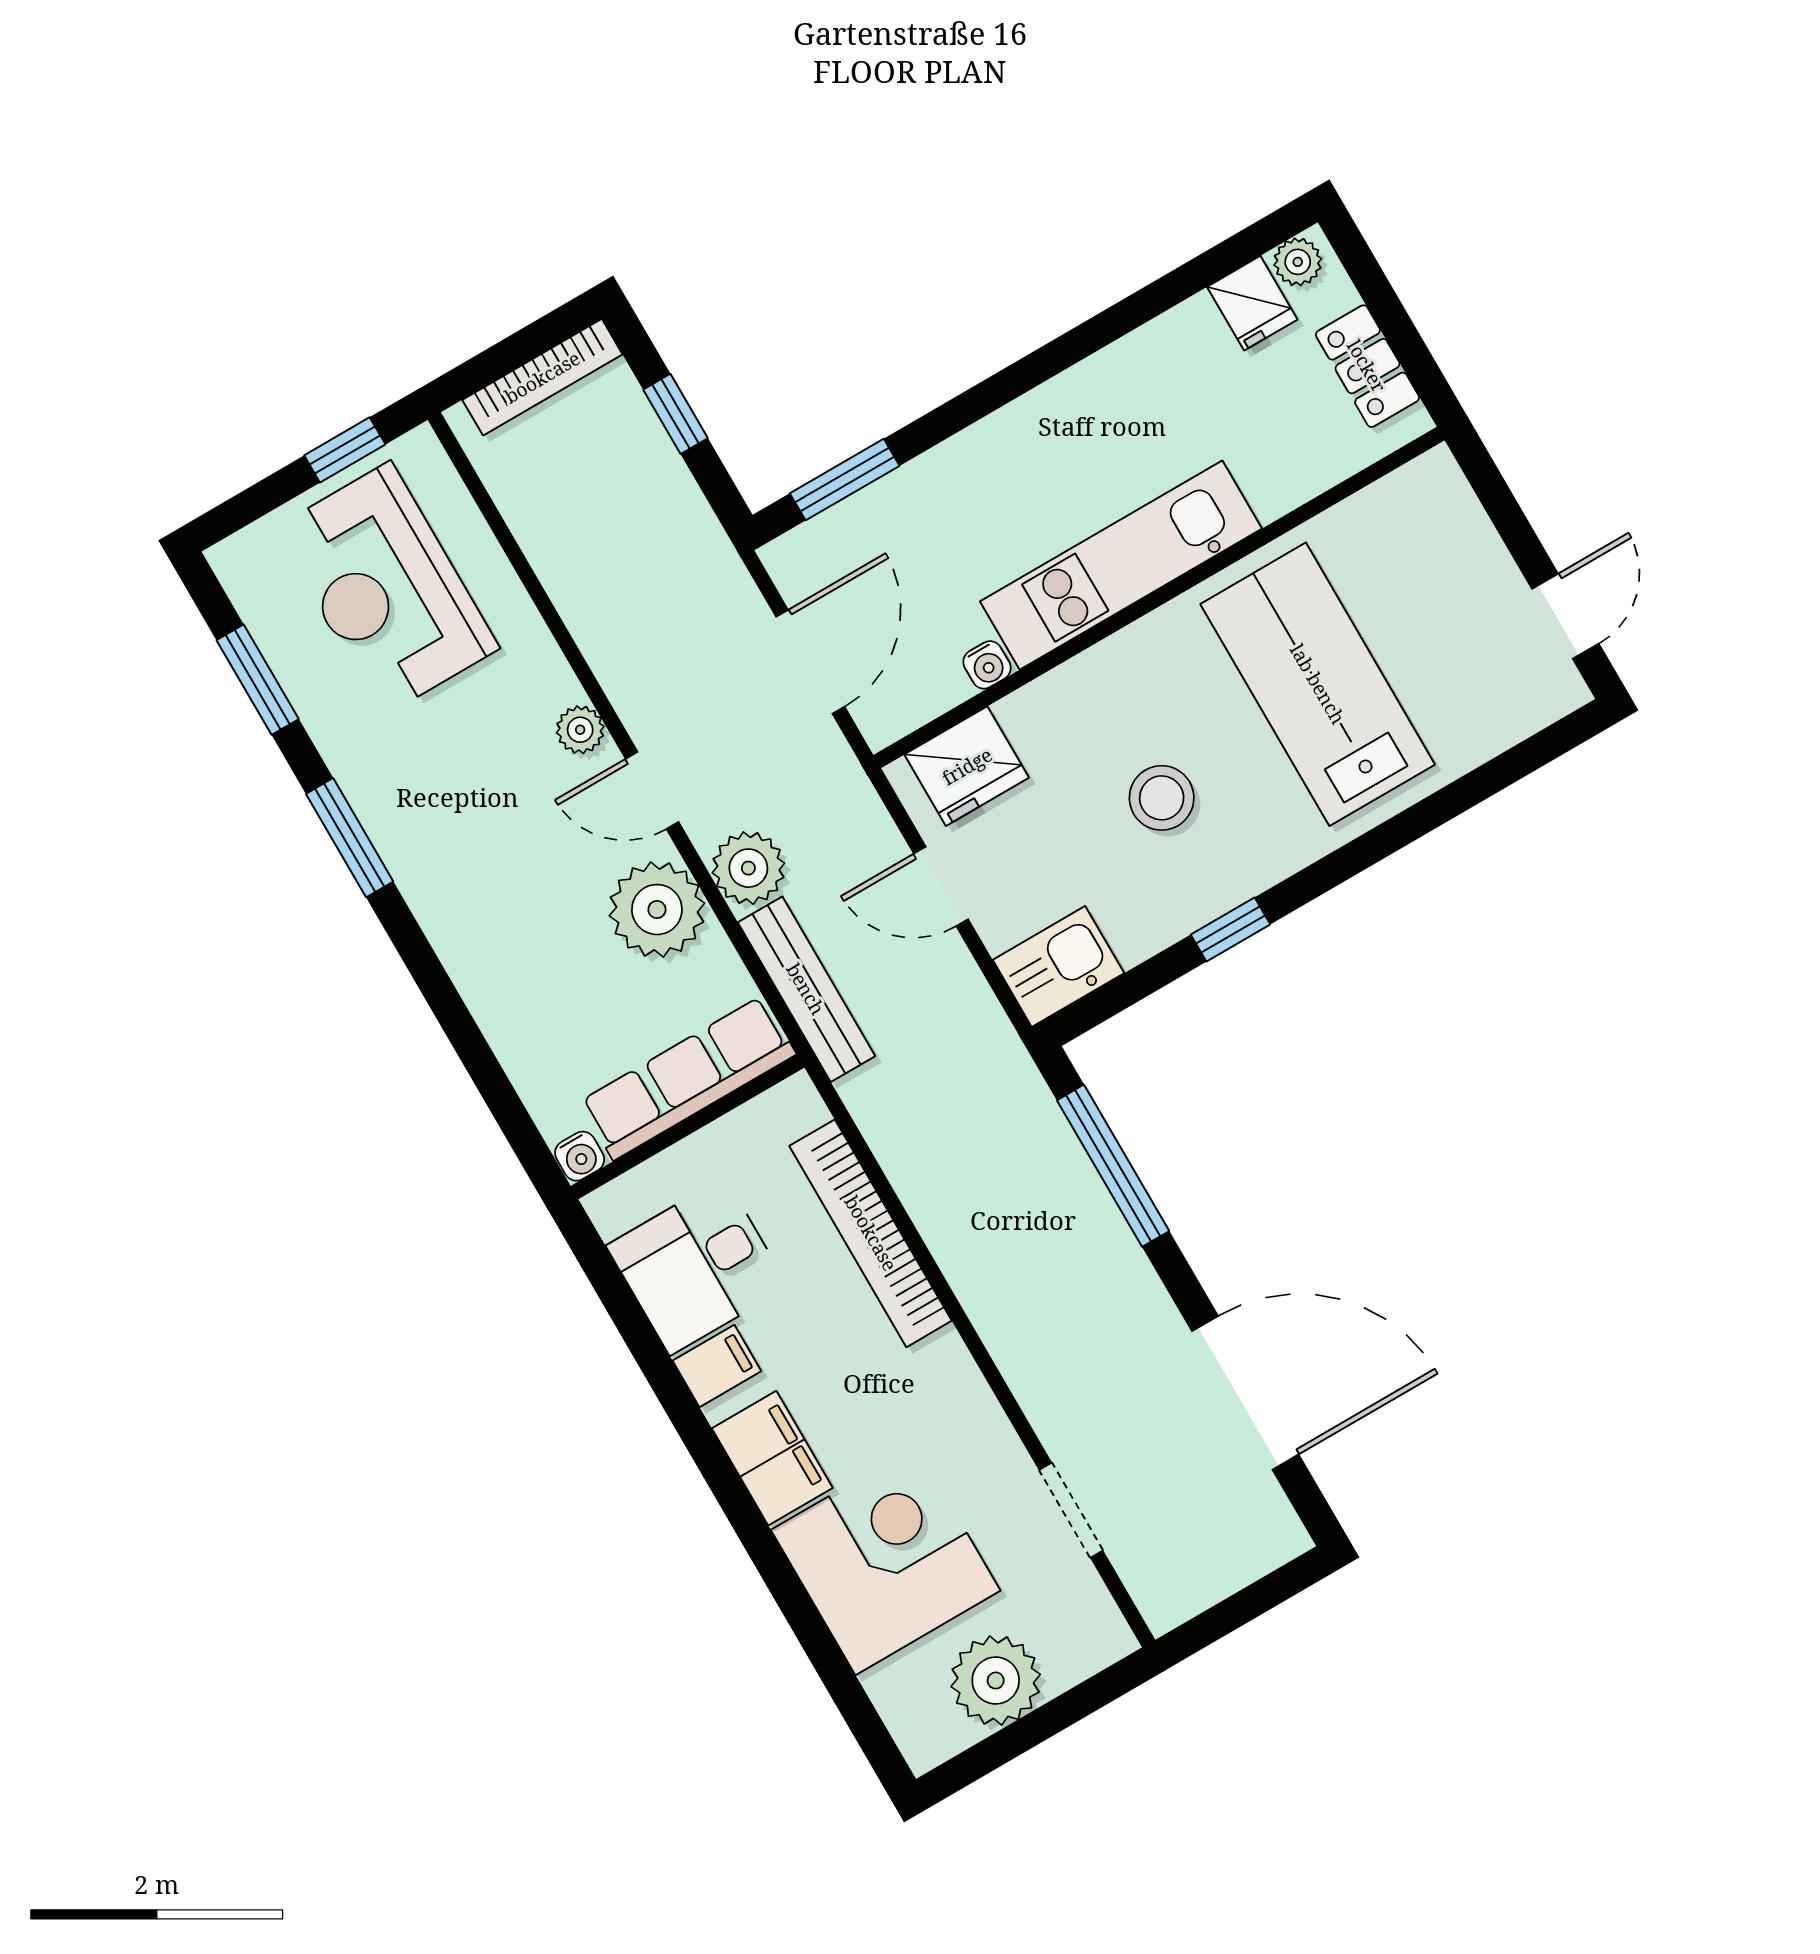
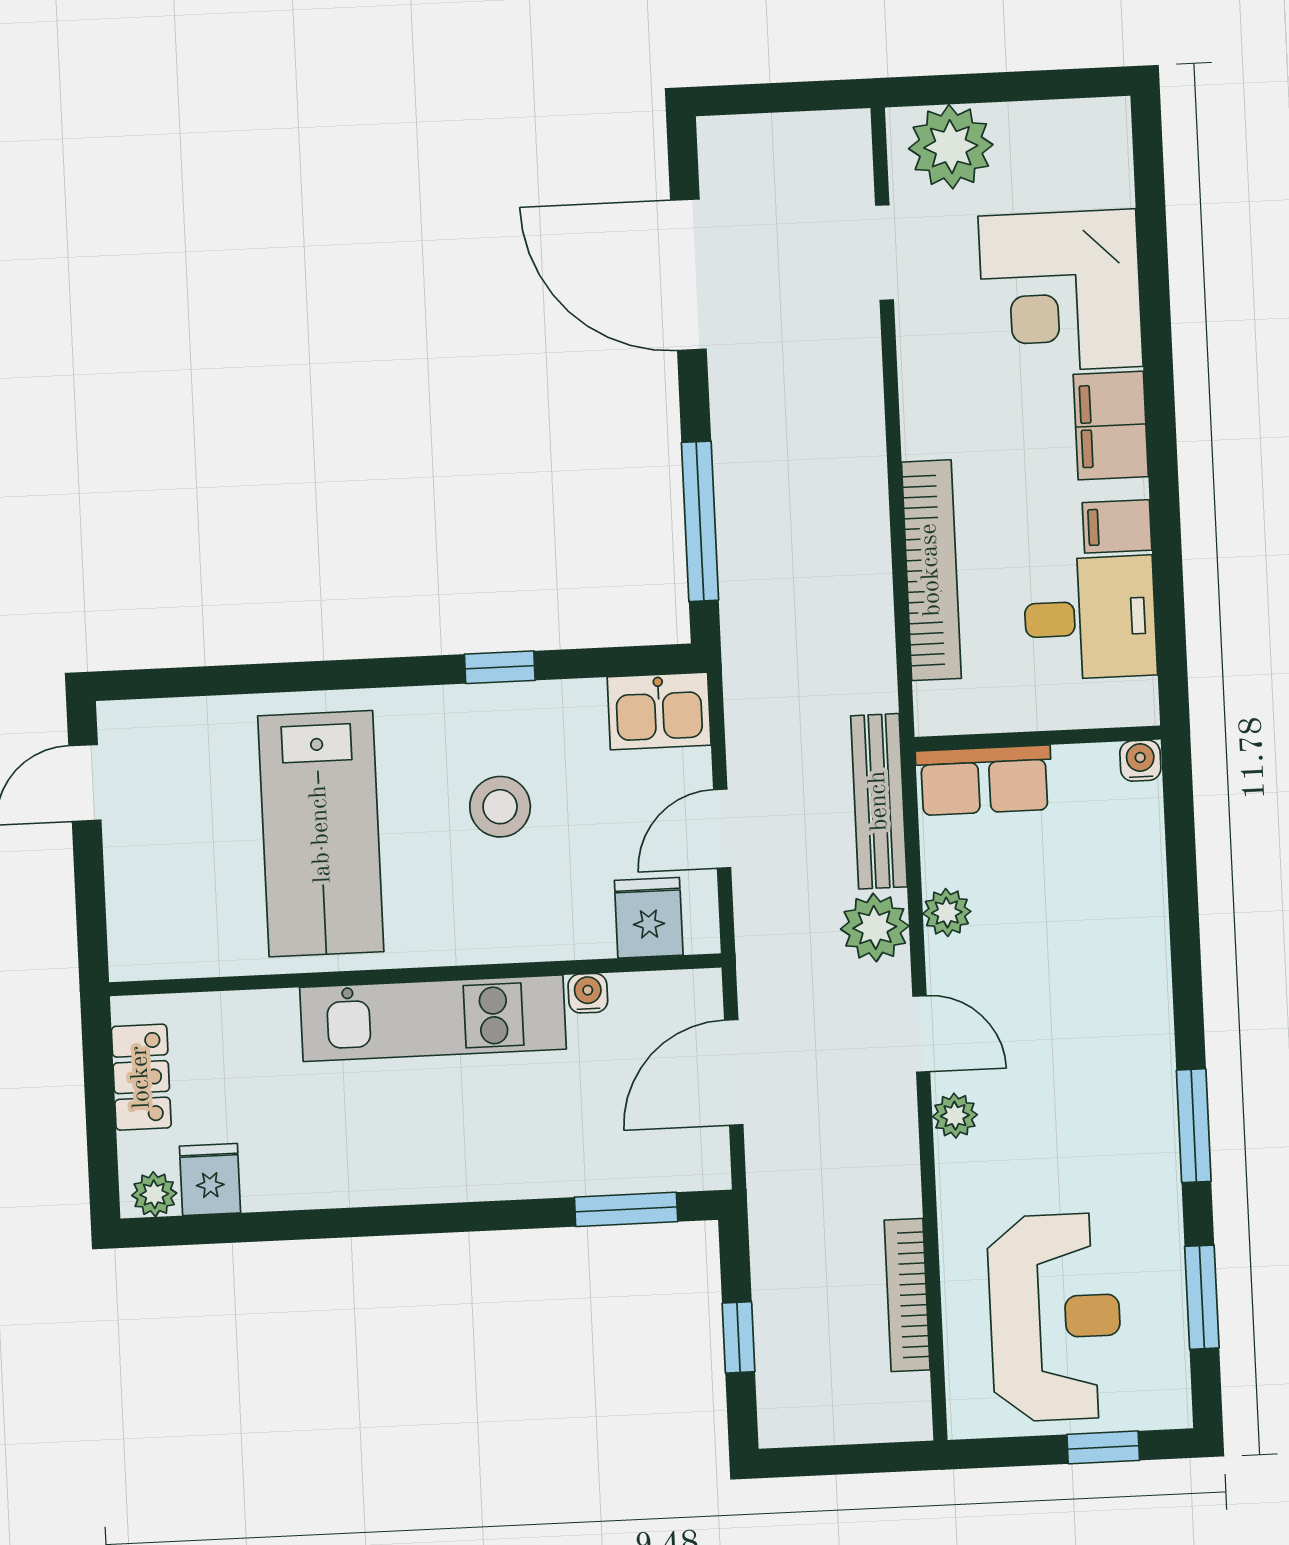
bookcase: (542, 377) -> (907, 1295), moved, turned -90
window: (345, 450) -> (1103, 1447), moved
fridge: (967, 766) -> (649, 918), width x0.72
door: (941, 886) -> (722, 829), swing flipped
plant: (657, 910) -> (947, 912), width x0.53, depth x0.53
row of seats: (688, 1078) -> (984, 780), width x0.68
plant: (996, 1681) -> (951, 147), moved

